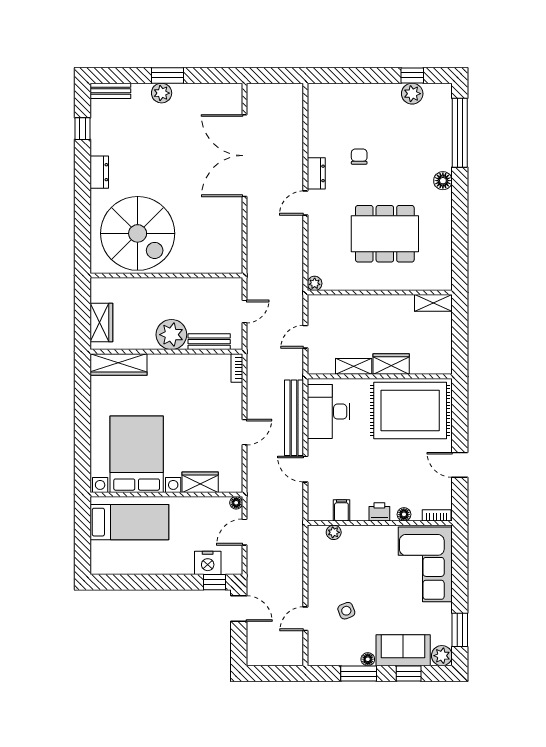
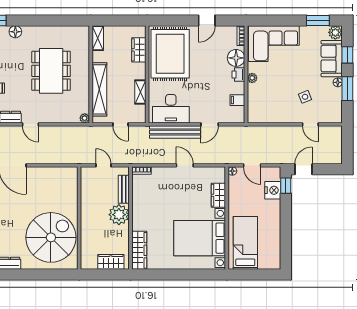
shelving: (357, 305) -> (99, 89), added
wardrobe: (391, 364) -> (139, 50), moved
floor lamp: (404, 514) -> (236, 58), width x1.89, depth x1.89
plant: (334, 532) -> (252, 78), moved

